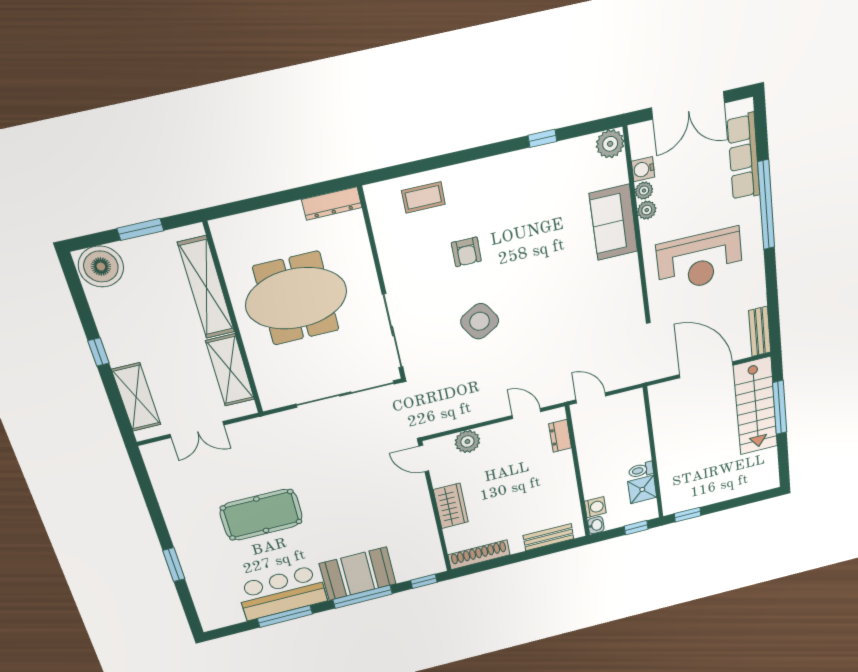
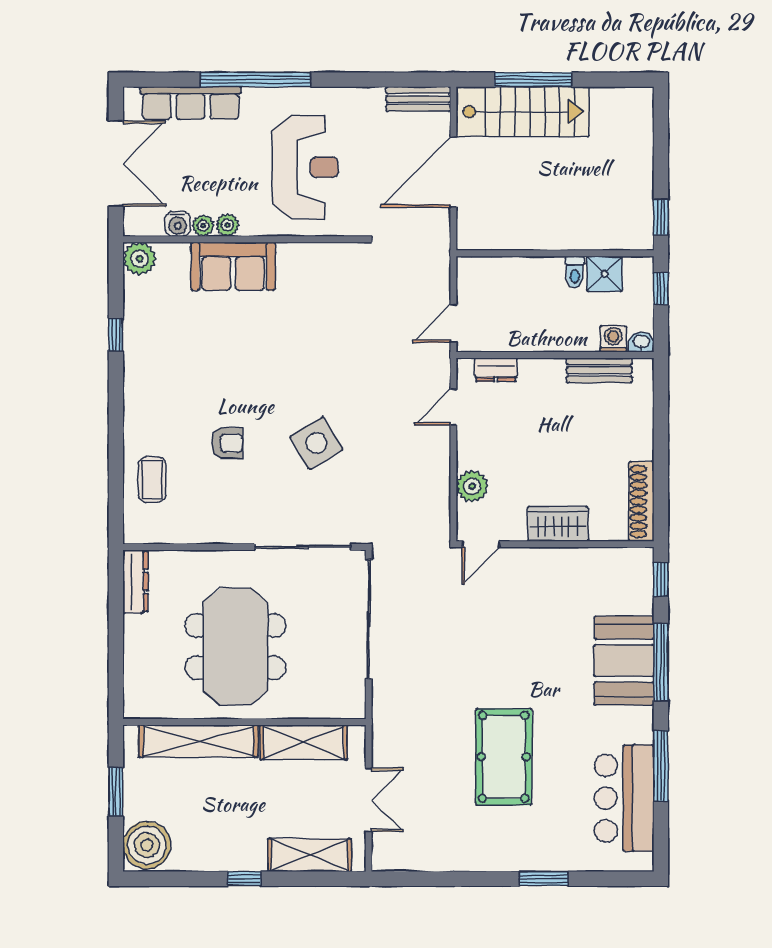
bench: (548, 537) -> (599, 370), moved, turned 90
bar counter: (282, 593) -> (624, 798), moved

